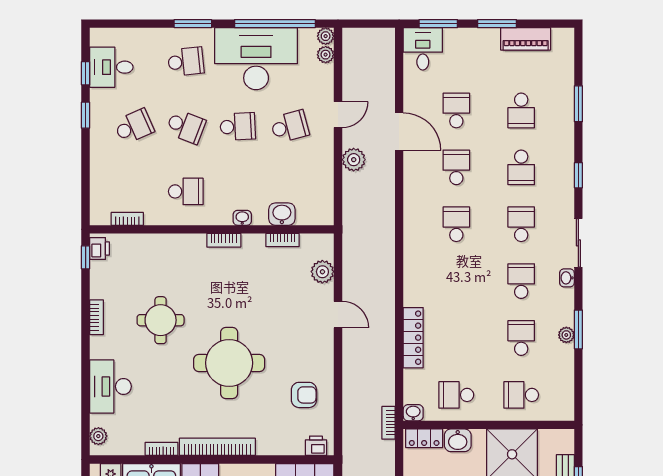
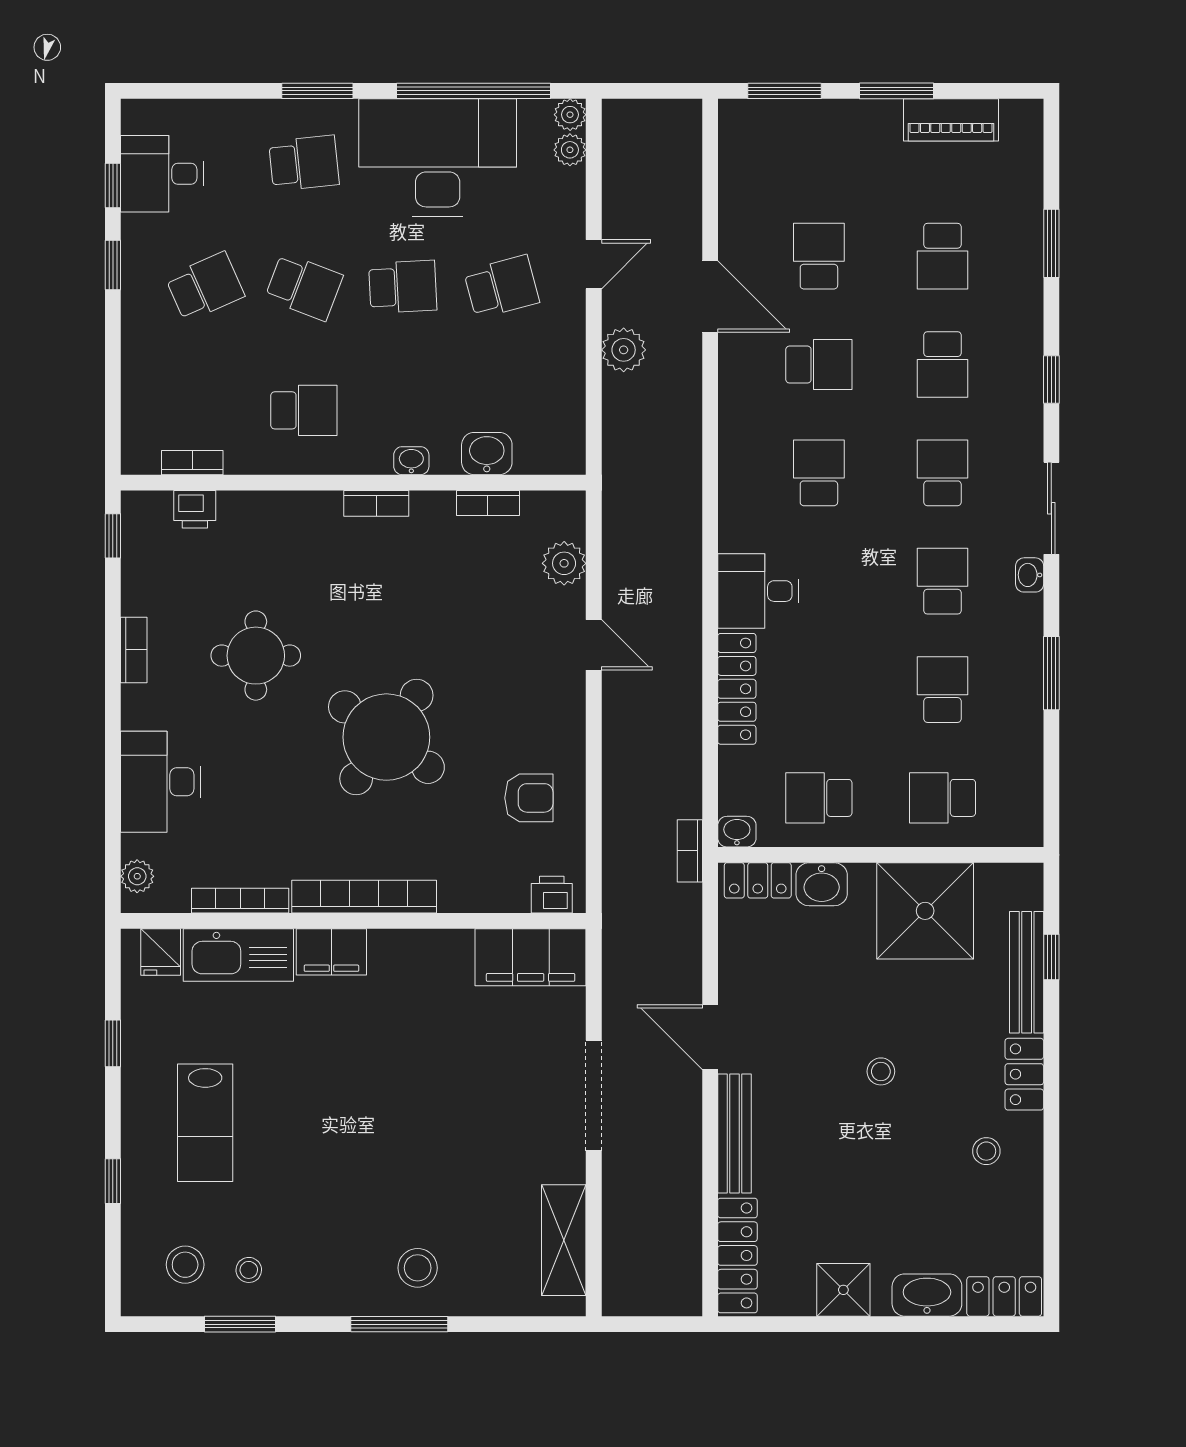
desk: (423, 49) -> (758, 591), moved, turned -90
school desk: (456, 167) -> (819, 365), turned 90
printer: (100, 249) -> (195, 509), moved, turned 90
plant: (566, 335) -> (1028, 684), removed
round table: (229, 363) -> (386, 737), turned 36
bookcase: (161, 449) -> (240, 901), width x1.56

